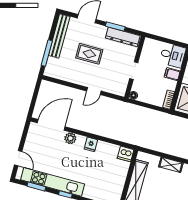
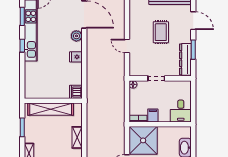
filing cabinet: (172, 74) -> (153, 115), moved

